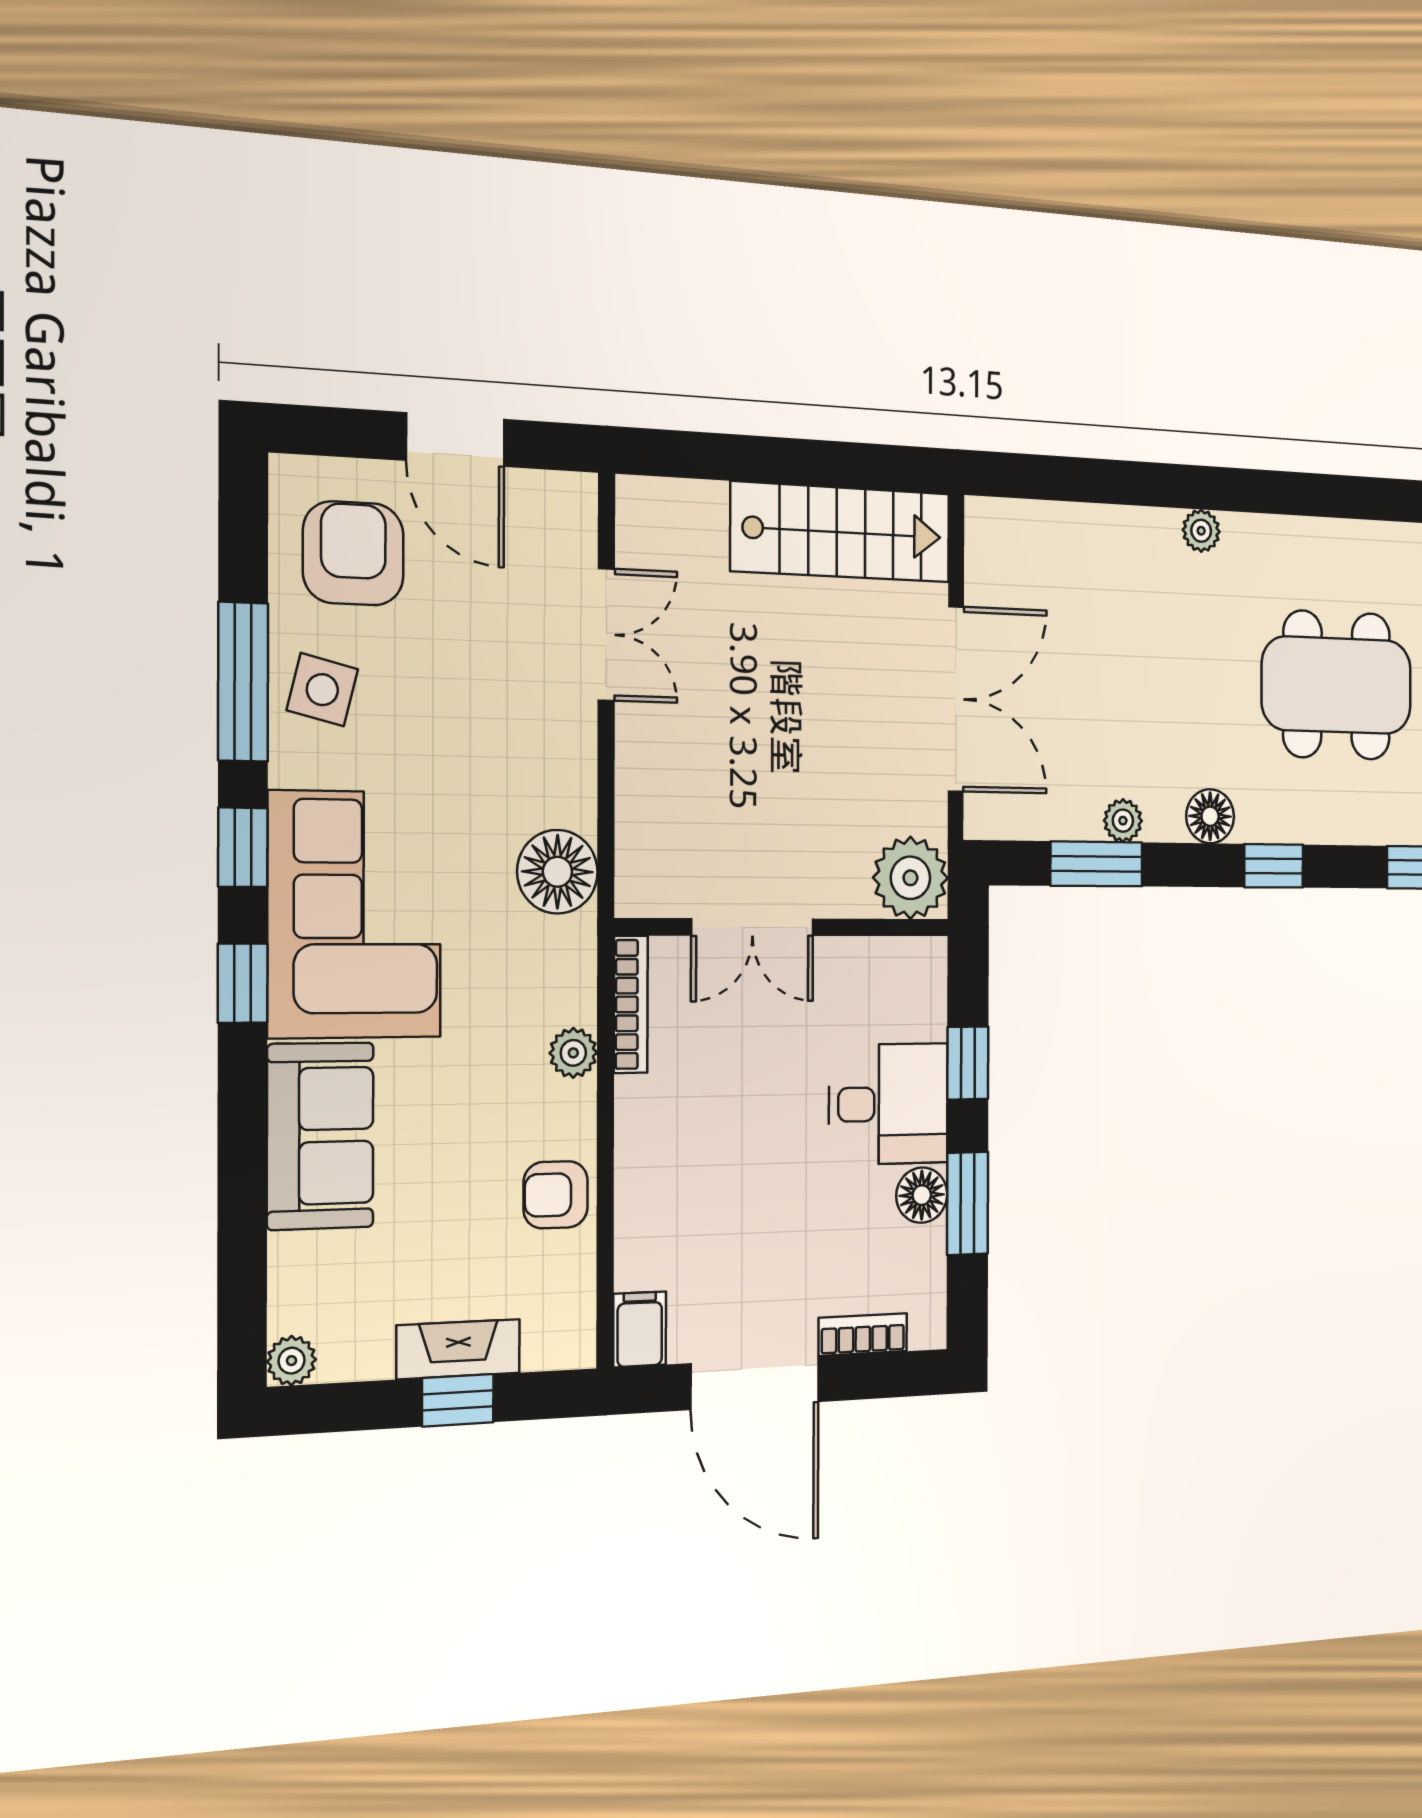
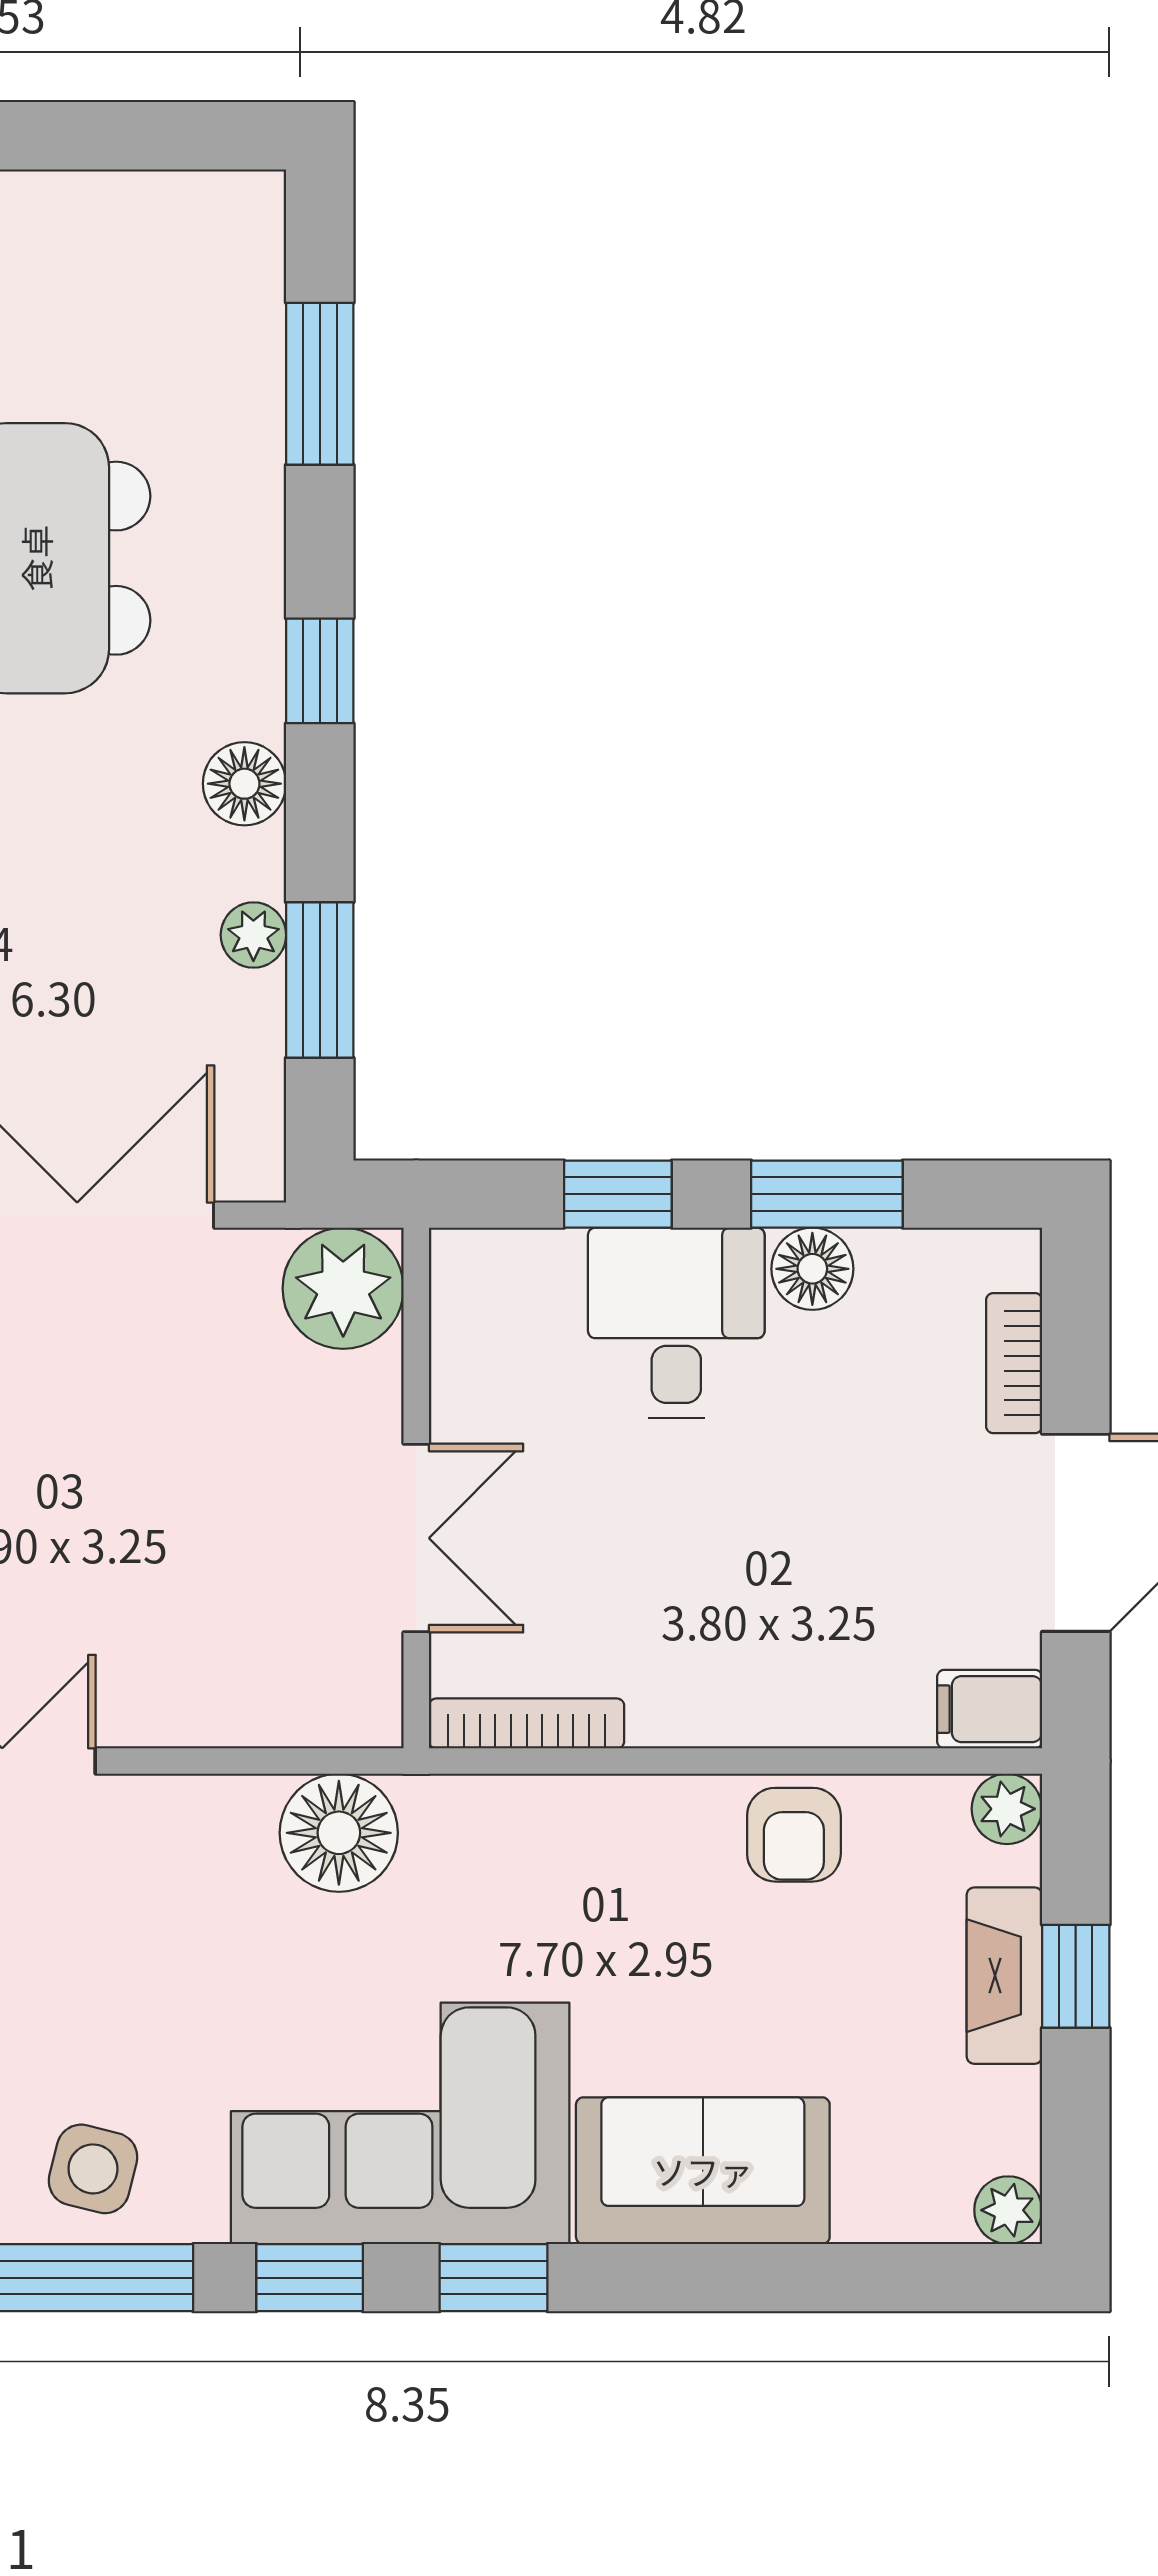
plant: (573, 1053) -> (1007, 1809), moved

